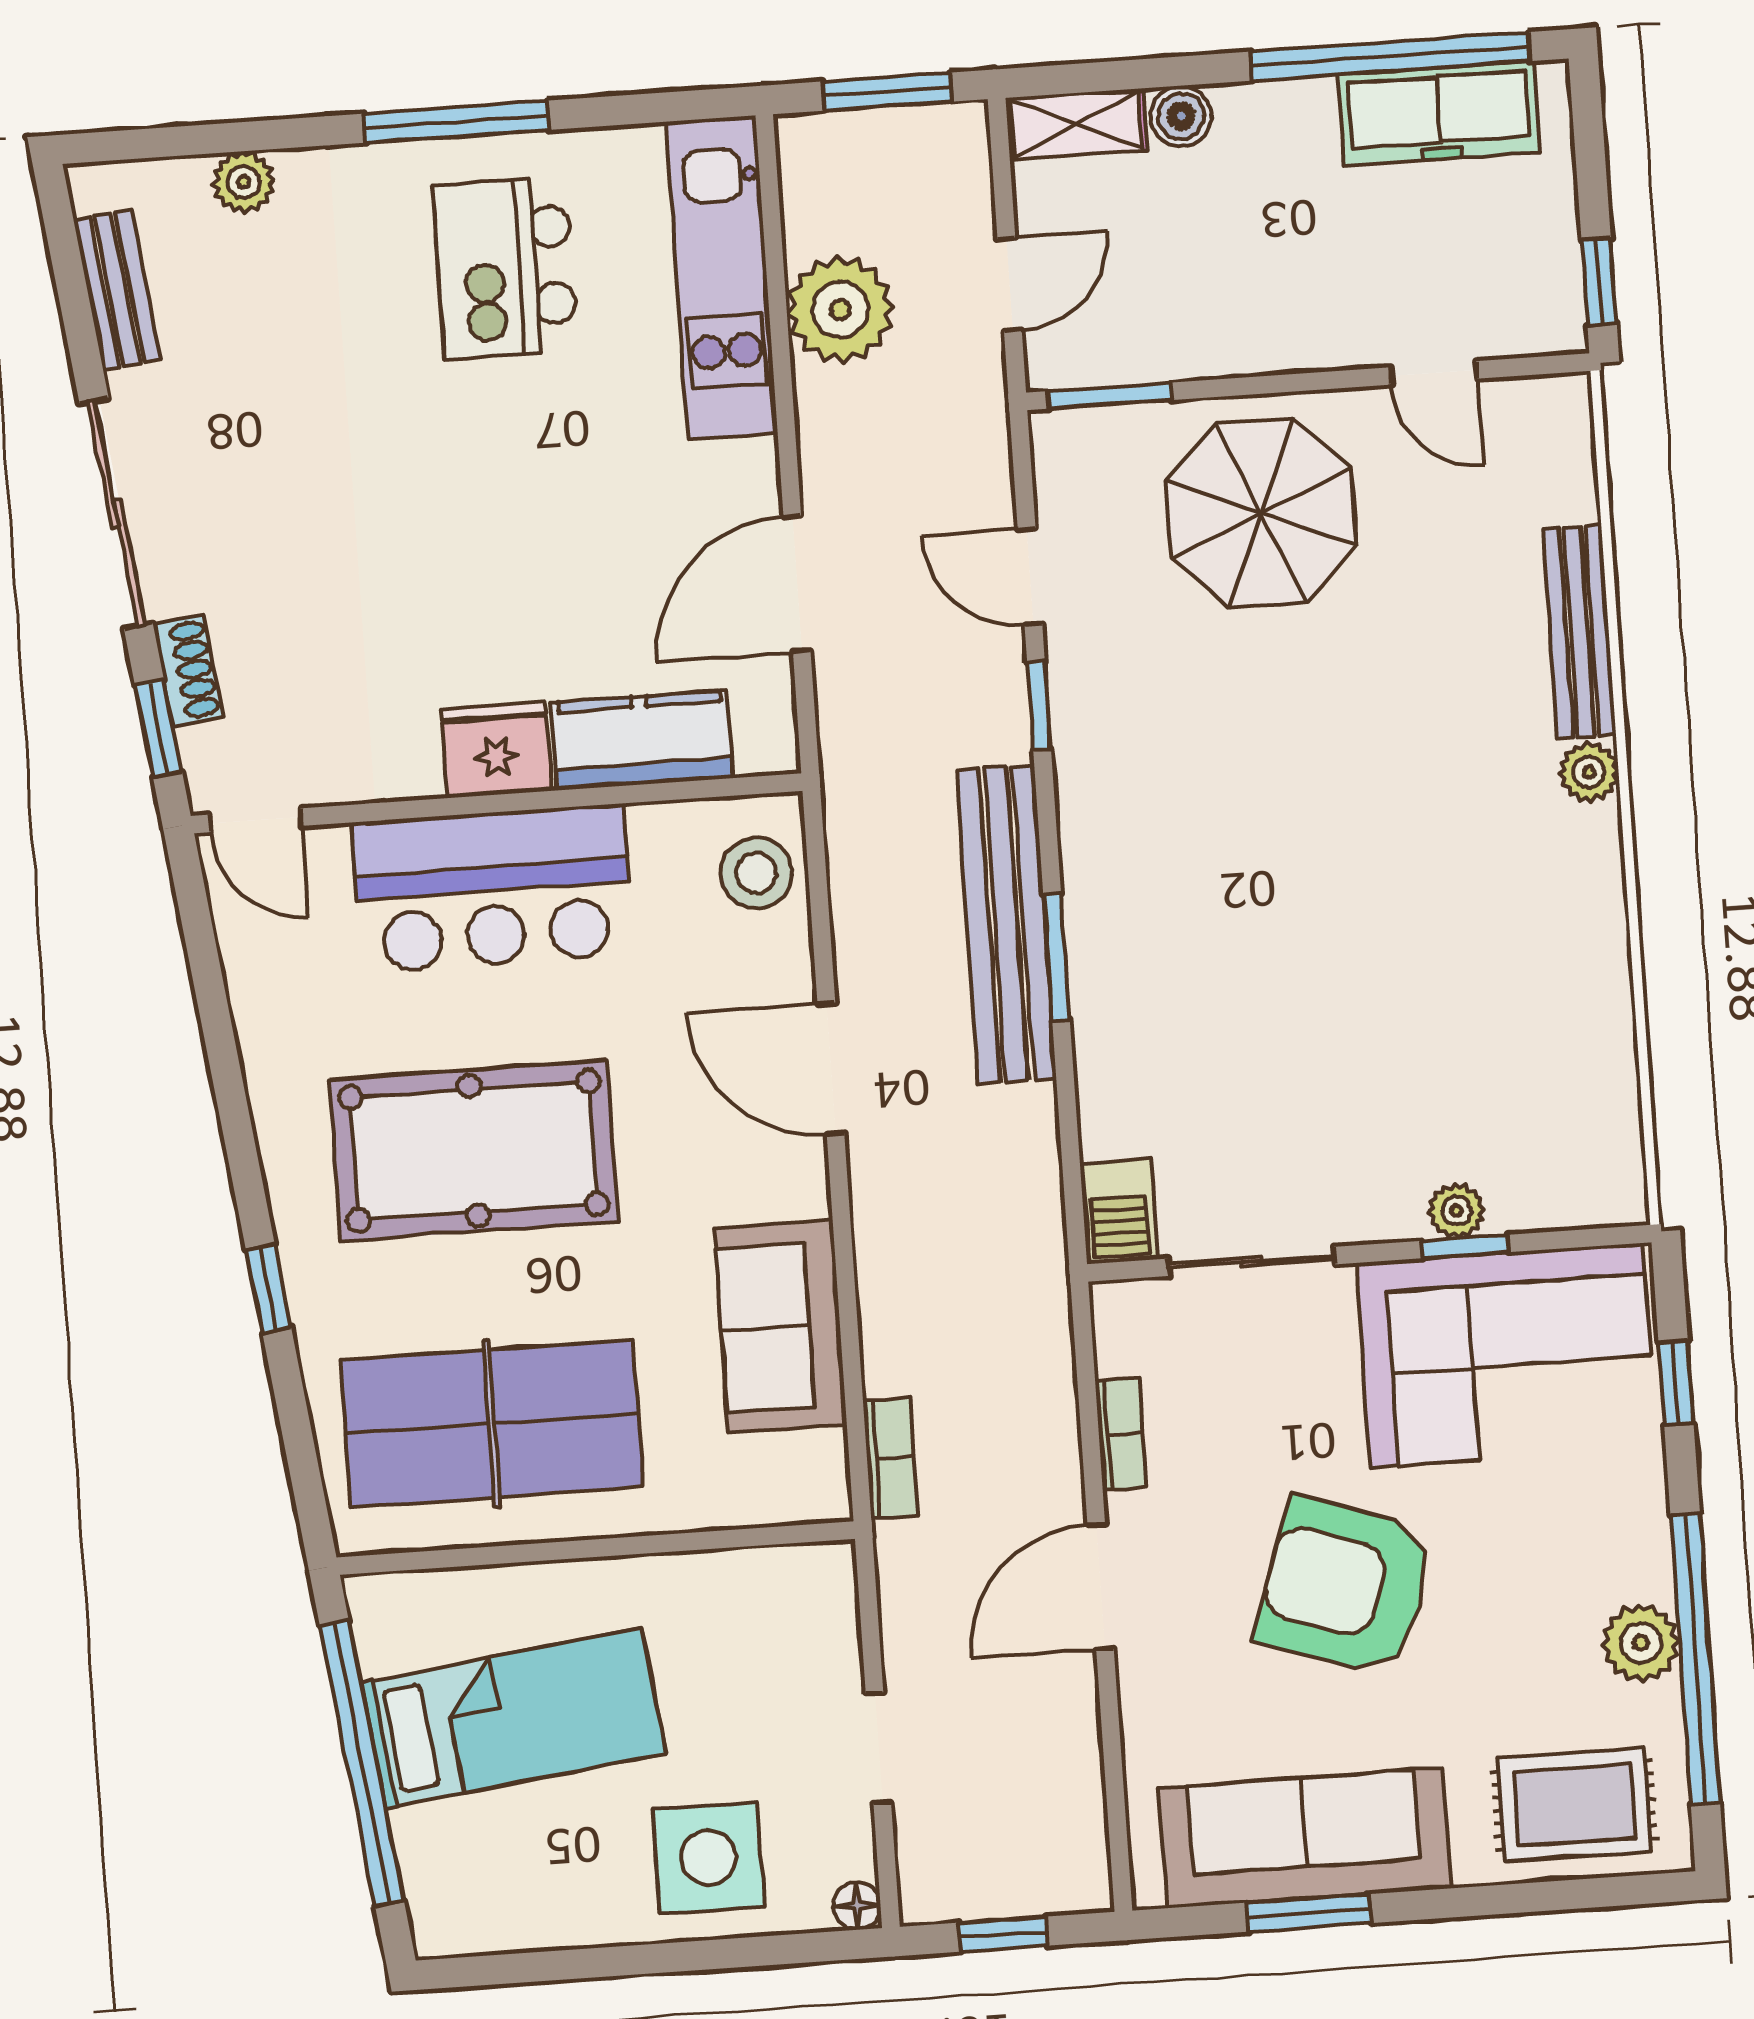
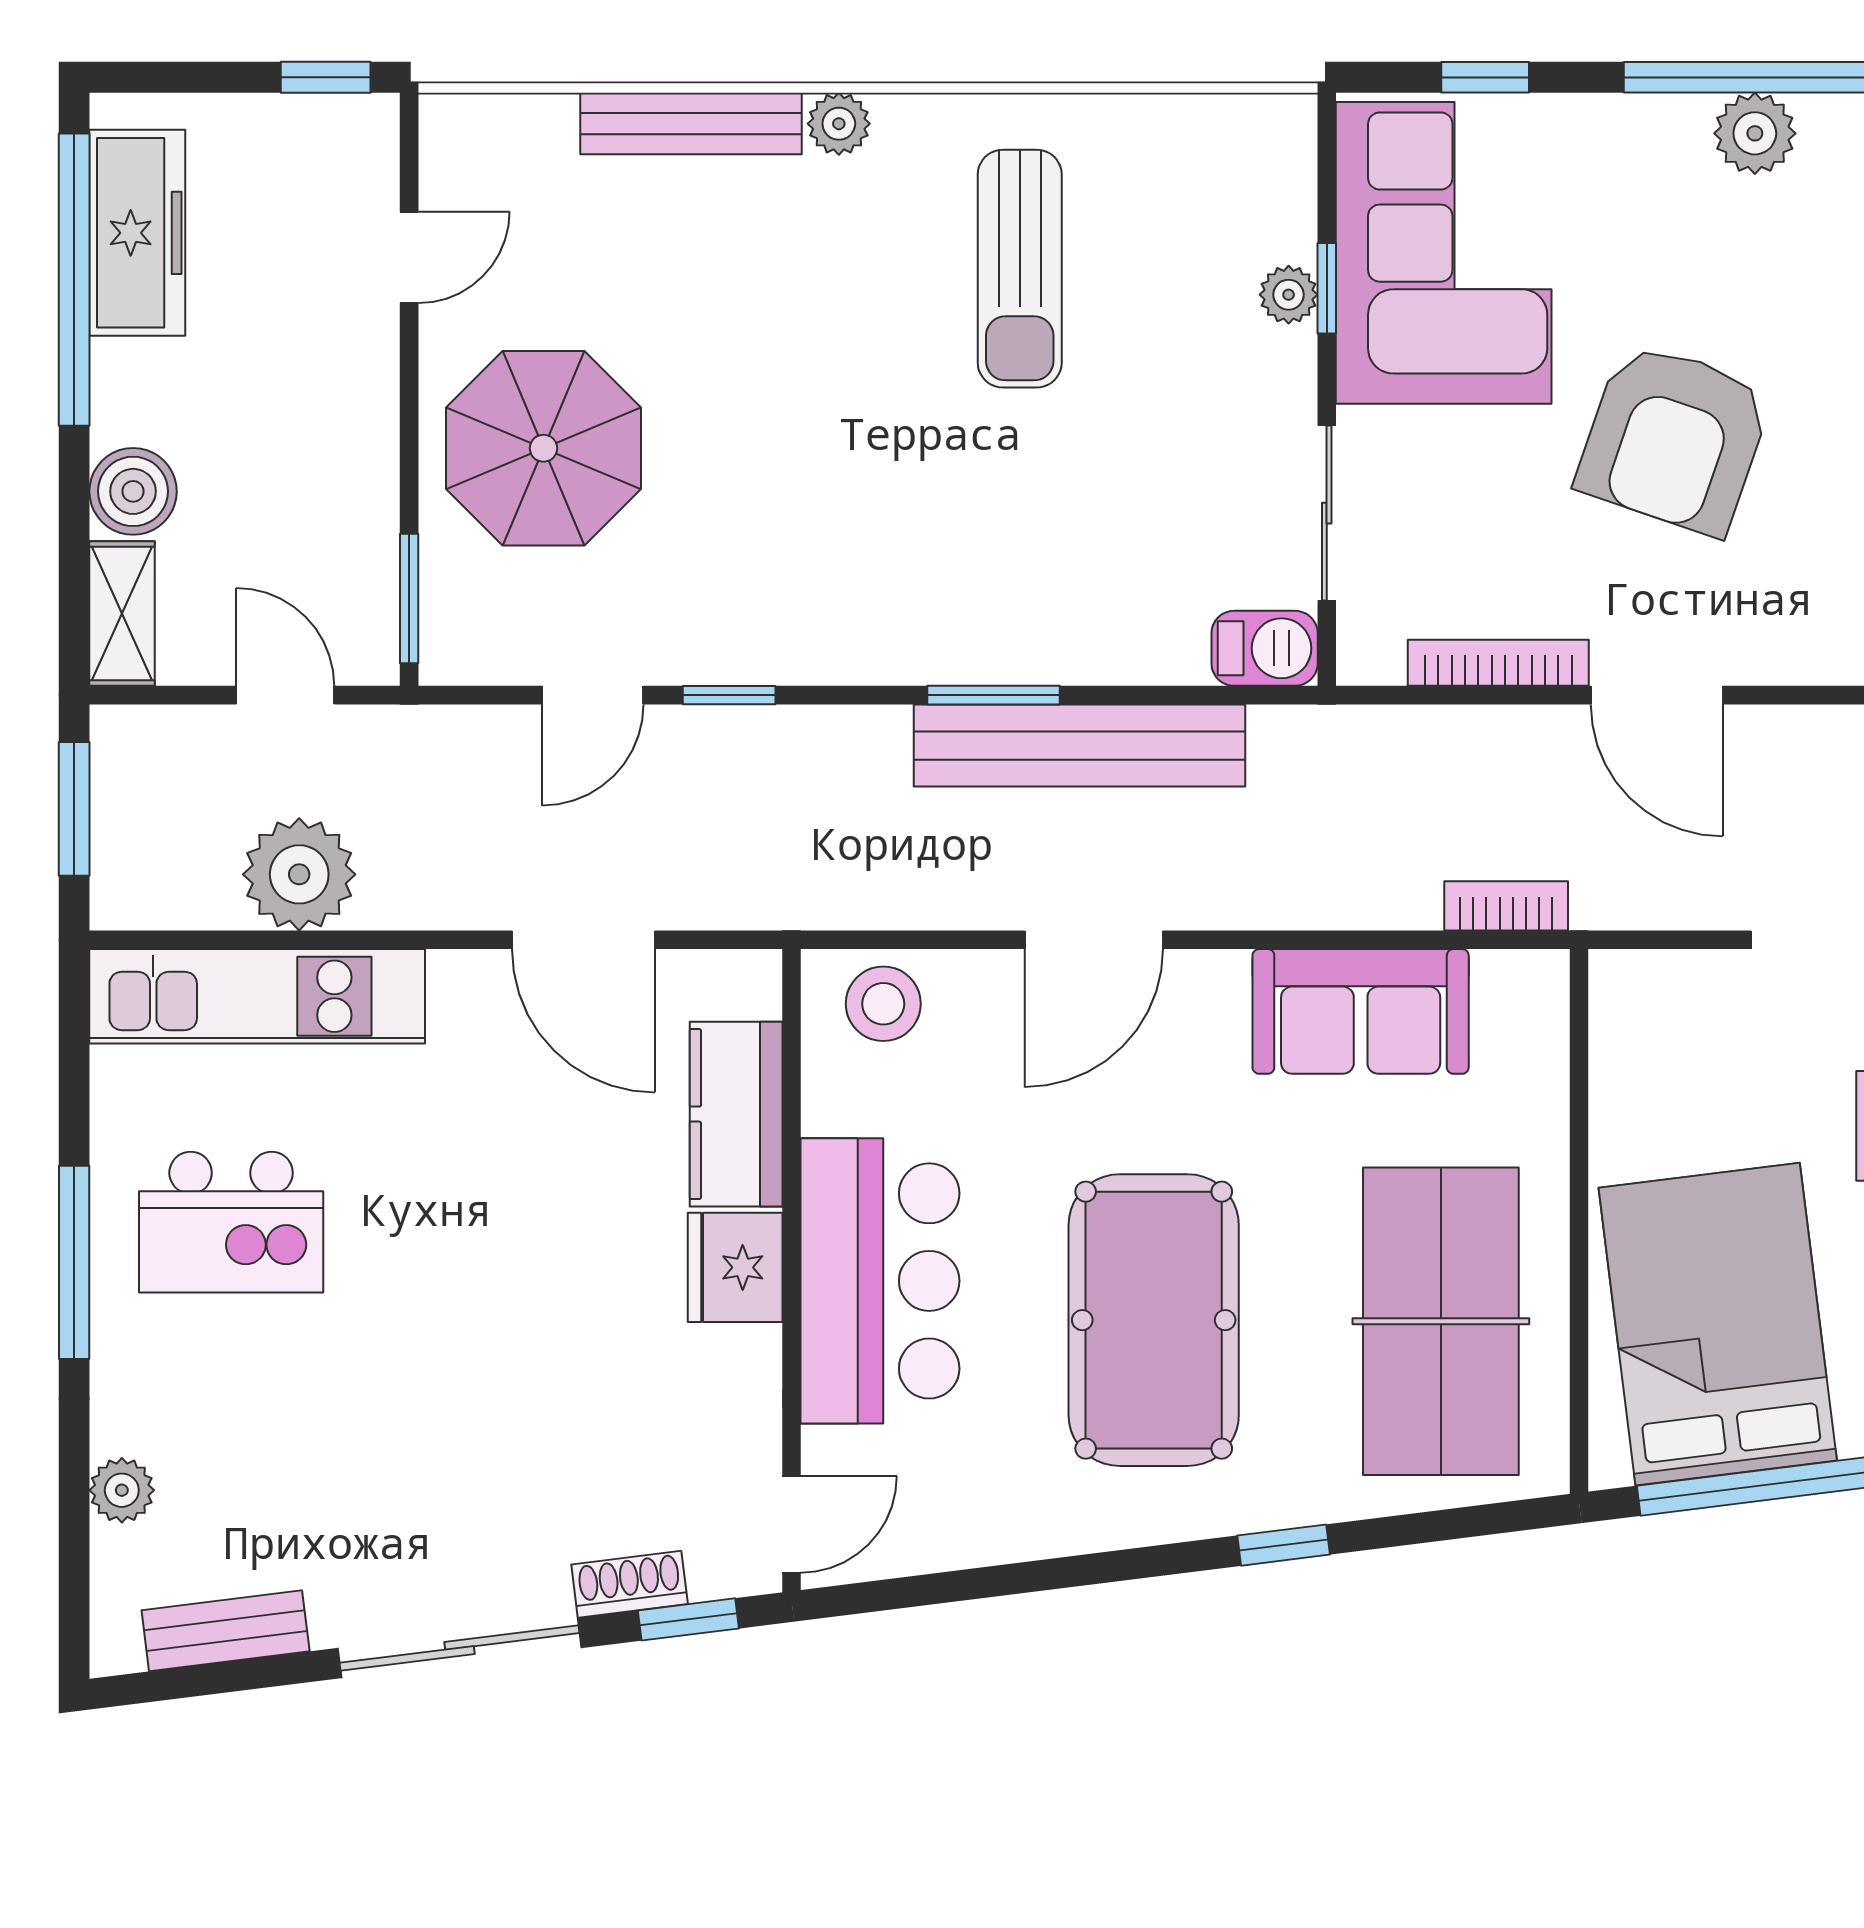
boiler: (1181, 116) -> (133, 491), width x1.36, depth x1.36
bench: (1006, 925) -> (1080, 745), moved
sun lounger: (1463, 954) -> (1020, 269), added
bookcase: (1121, 1434) -> (1498, 663), width x1.56
bed: (514, 1718) -> (1718, 1324), width x1.50

